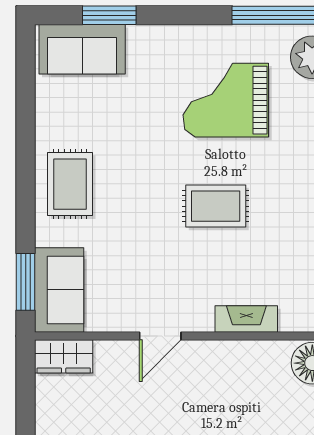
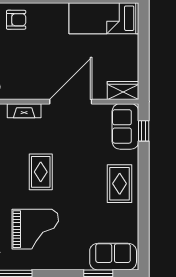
rug: (216, 206) -> (41, 172), turned 90
window: (26, 282) -> (144, 131), width x0.67
door: (160, 336) -> (71, 102), width x1.88

